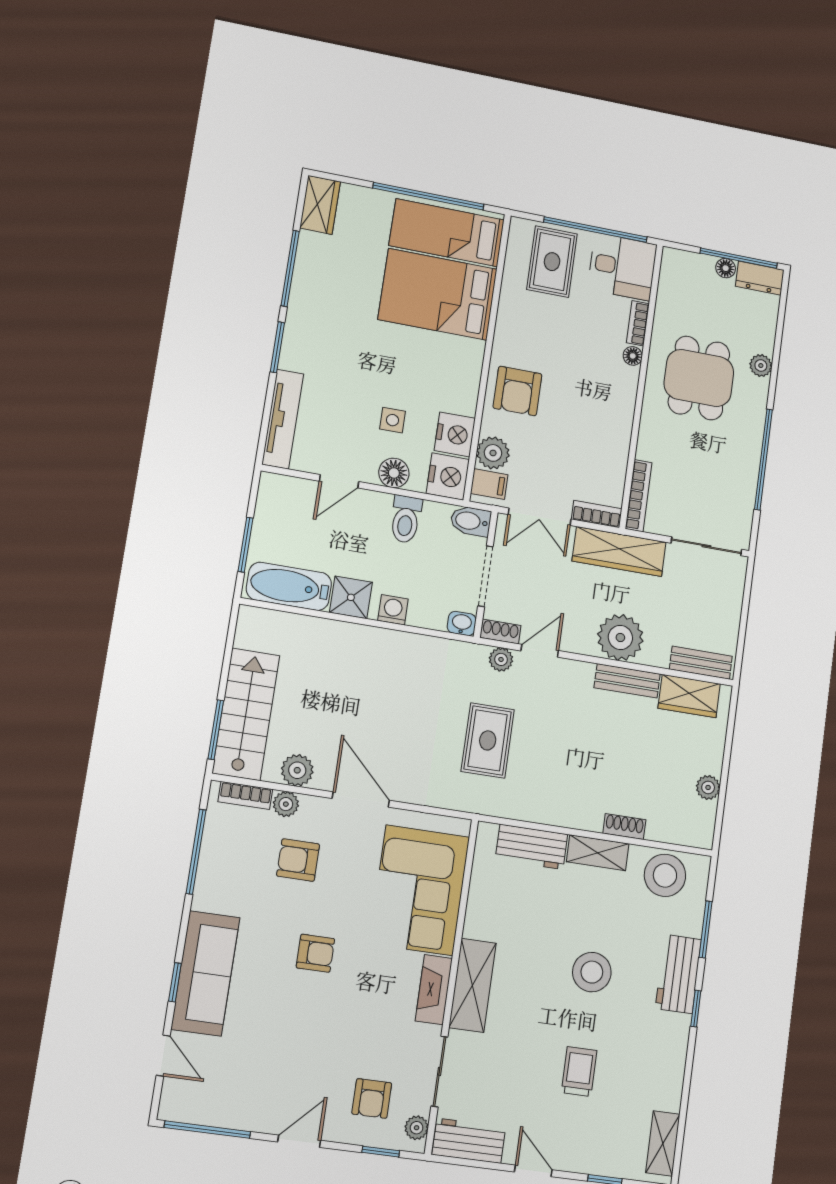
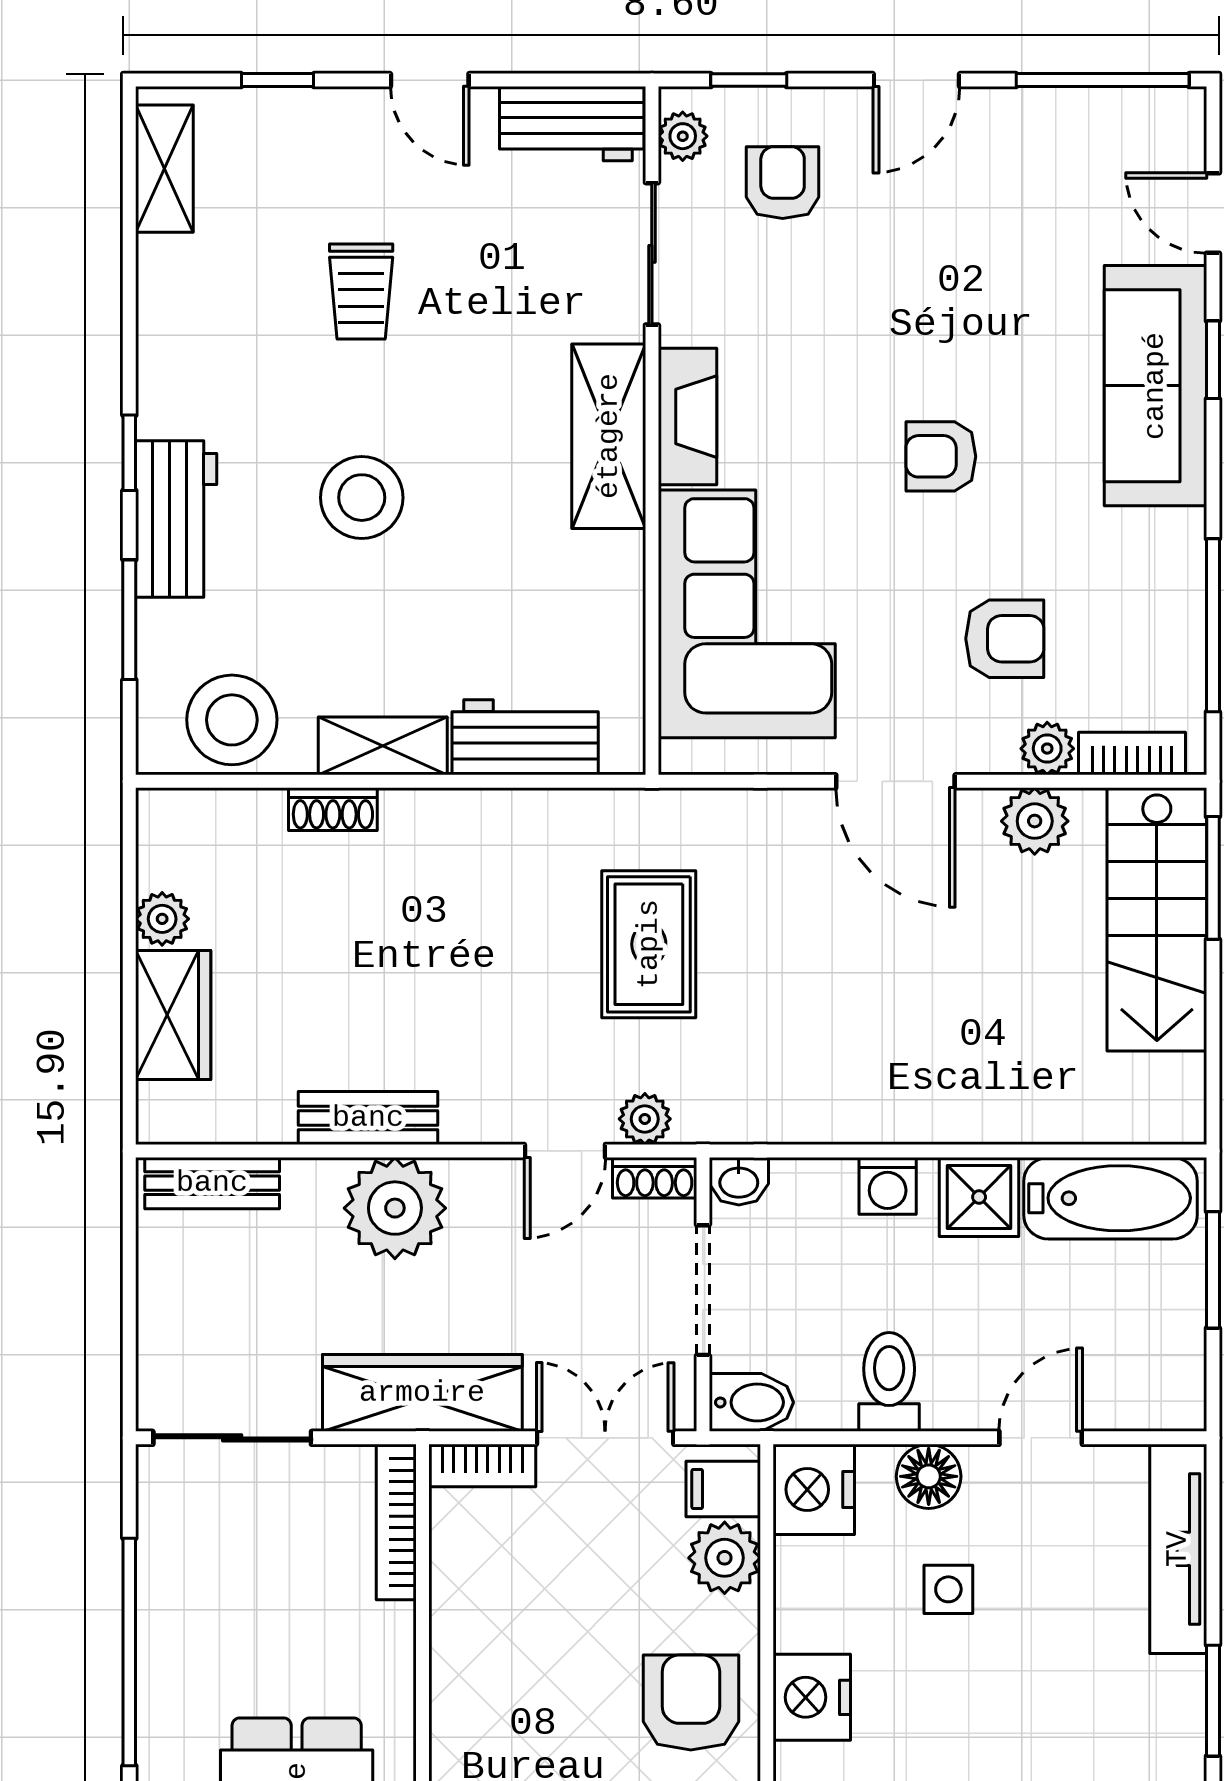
nightstand: (455, 434) -> (812, 1697), moved
wardrobe: (689, 696) -> (173, 1015), moved, turned 90

